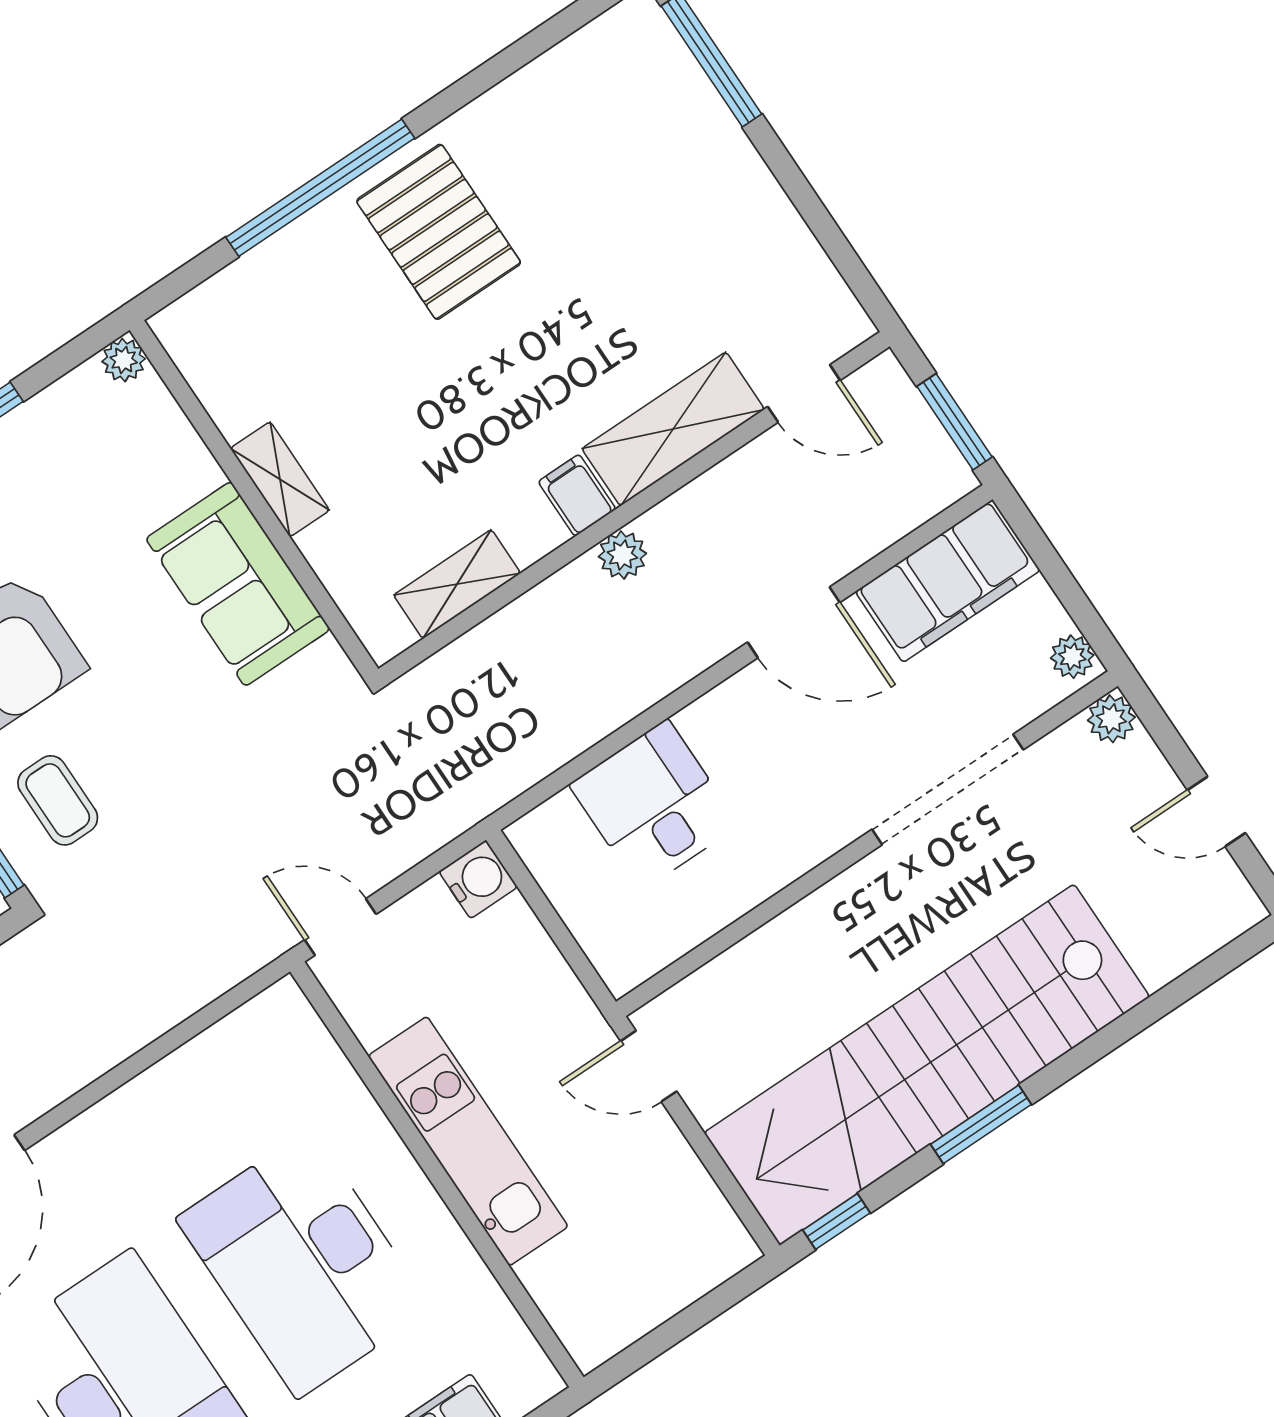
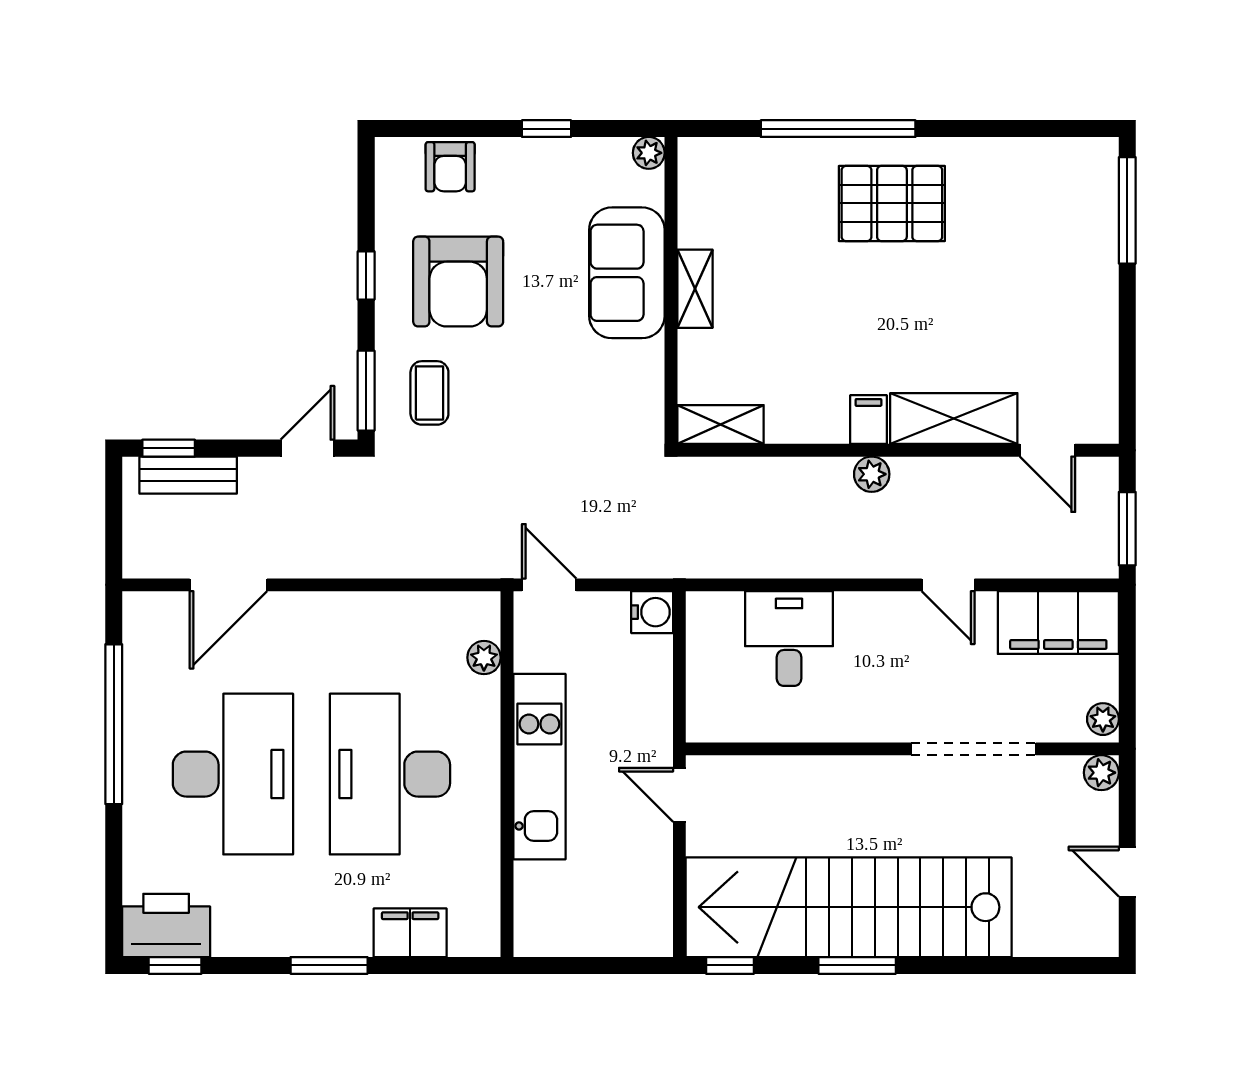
pallet: (439, 232) -> (892, 203), turned 90
sofa: (238, 584) -> (627, 273), moved
shelving: (457, 584) -> (721, 425), moved
door: (794, 622) -> (948, 585), width x0.73
plant: (322, 1059) -> (484, 658), added

